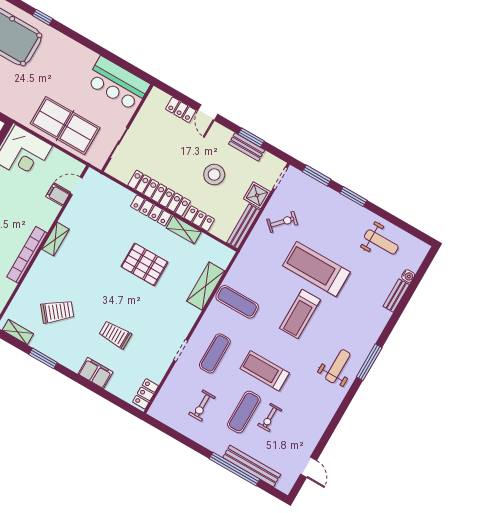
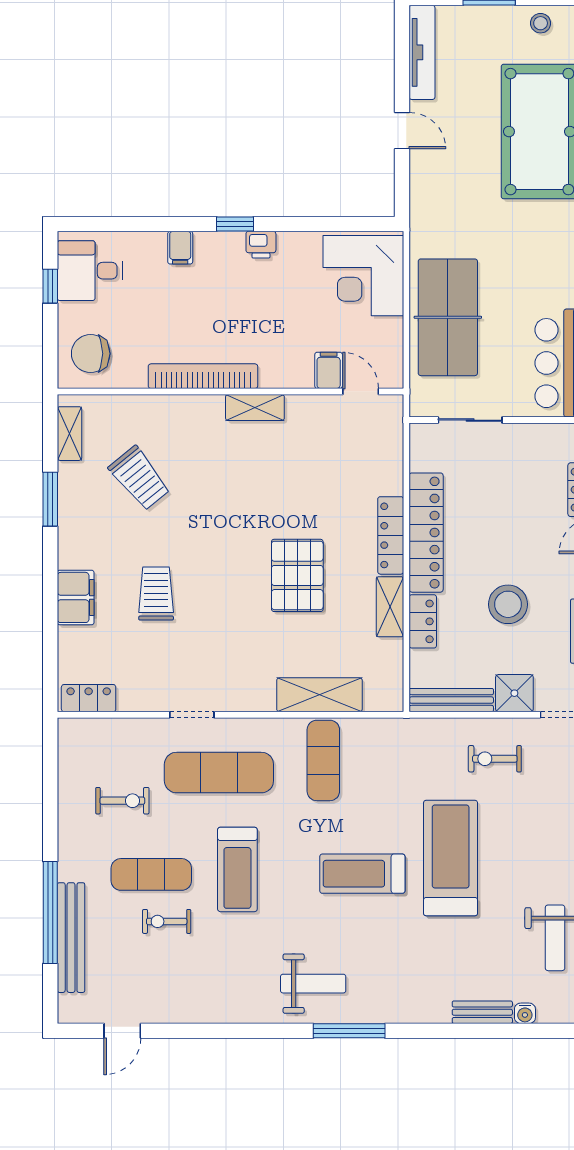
exercise bike: (282, 222) -> (495, 759), turned 137
exercise mat: (215, 353) -> (219, 773), width x1.36, depth x1.45
treadmill: (265, 371) -> (237, 869), turned 180
exercise bike: (202, 406) -> (122, 801), turned 180

